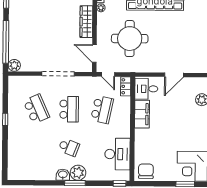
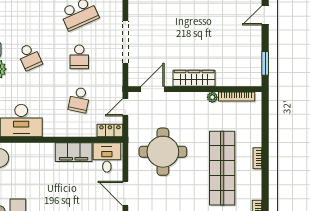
round table: (130, 39) -> (163, 152), moved
school desk: (69, 109) -> (79, 57), width x0.54
school desk: (102, 110) -> (79, 100), width x0.54
school desk: (69, 147) -> (30, 57), turned -45

